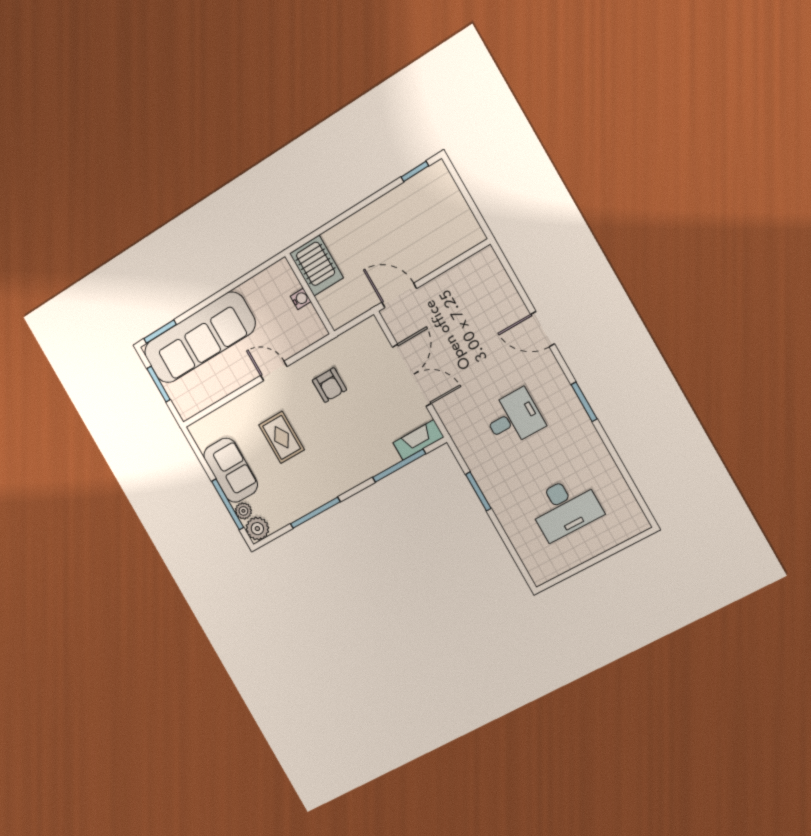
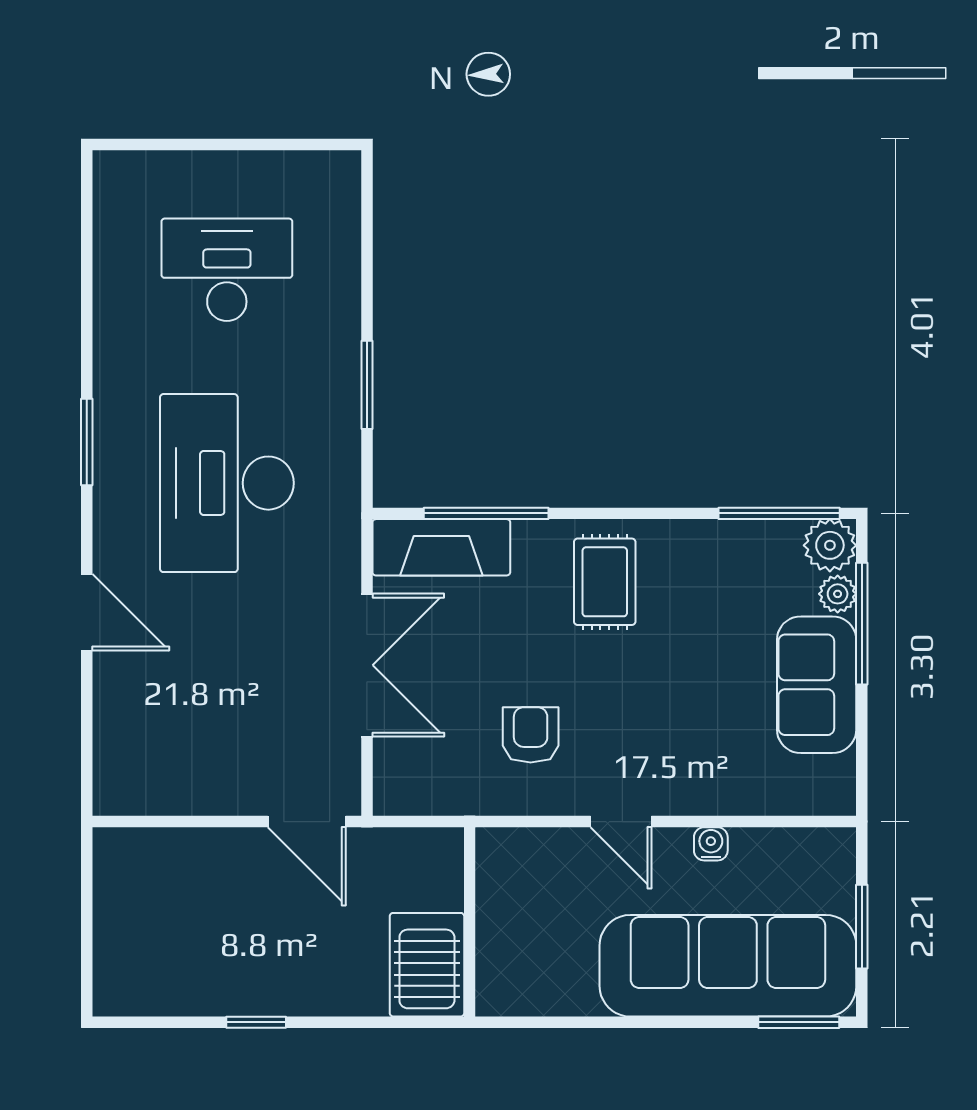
window: (415, 171) -> (256, 1022), moved
water cooler: (301, 299) -> (711, 844), moved, turned 90
double door: (412, 375) -> (367, 665), swing flipped
desk: (514, 418) -> (227, 483), width x1.87, depth x1.30
rug: (282, 437) -> (605, 582), moved
fireplace: (418, 440) -> (441, 547), width x1.37, depth x1.32
window: (315, 513) -> (779, 513), moved

